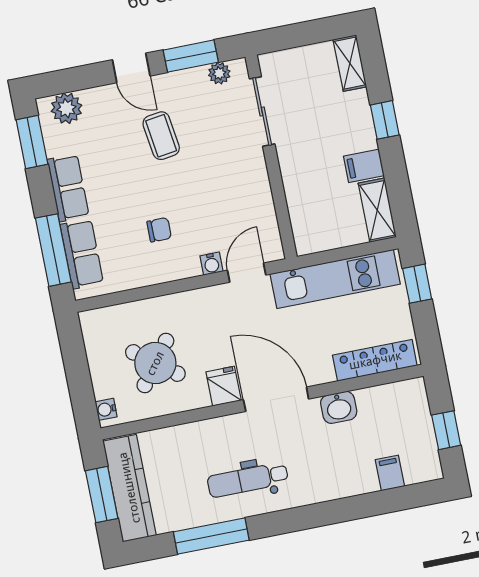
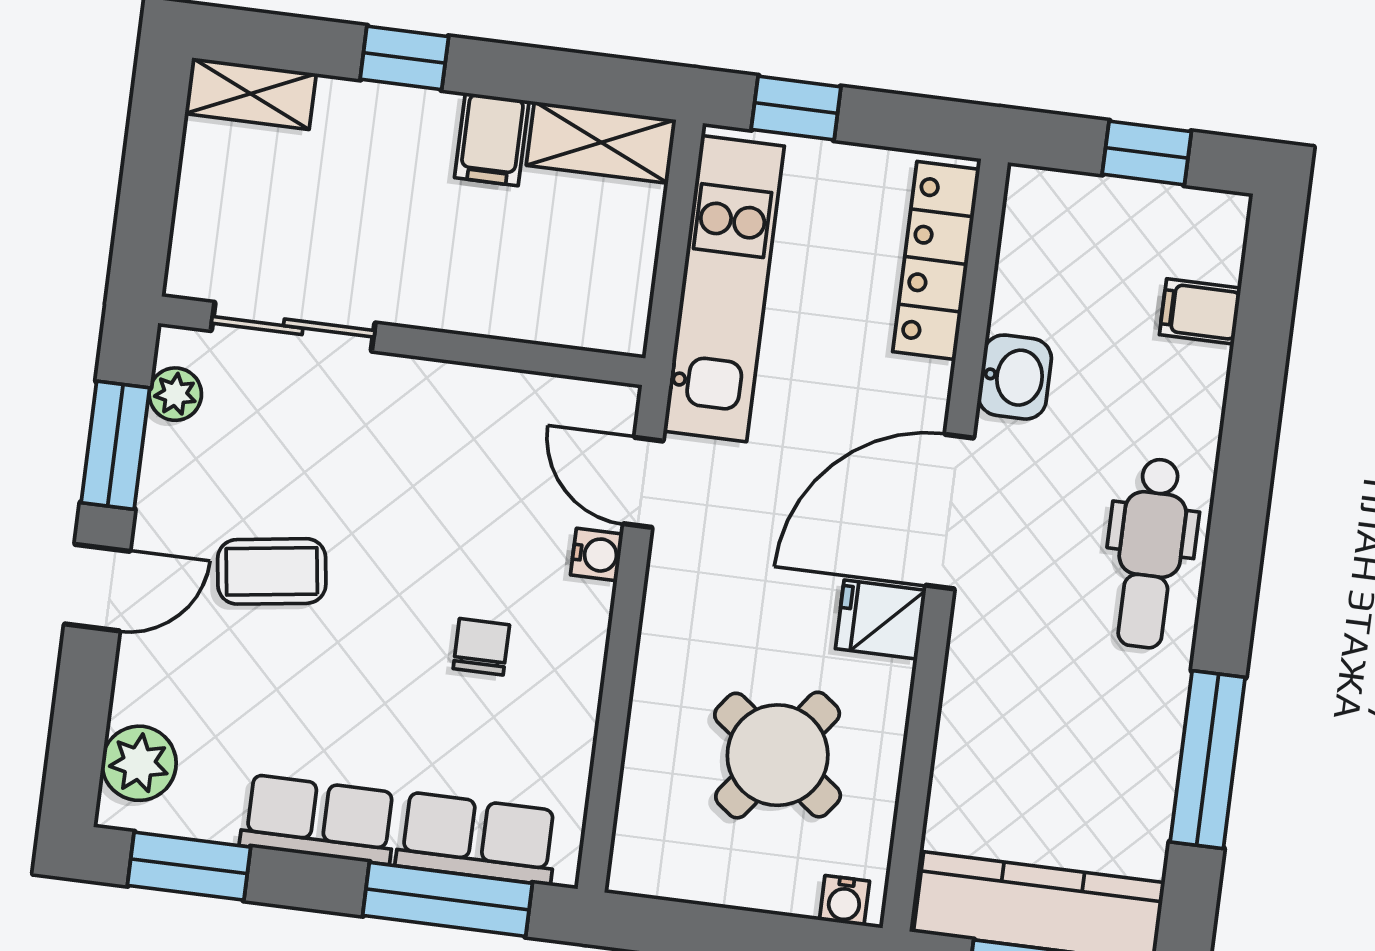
dental chair: (248, 480) -> (1150, 553), moved

